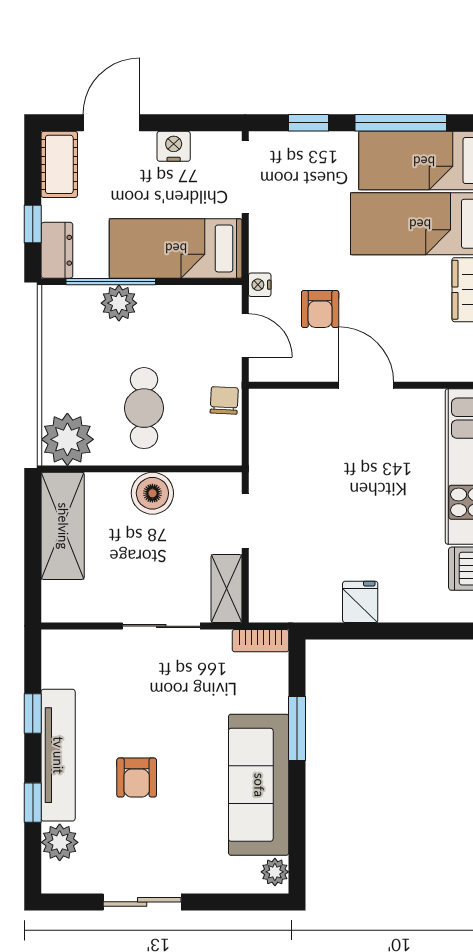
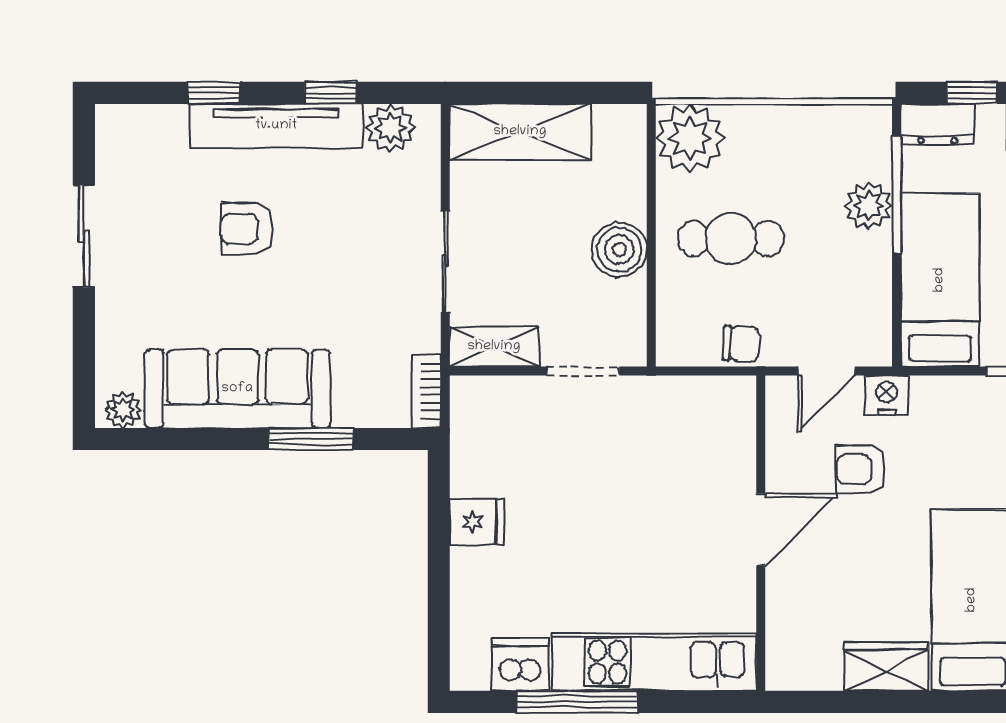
nightstand: (260, 285) -> (887, 395), width x1.39, depth x1.35
shelving: (63, 526) -> (520, 132), moved
plant: (60, 842) -> (390, 128), moved

